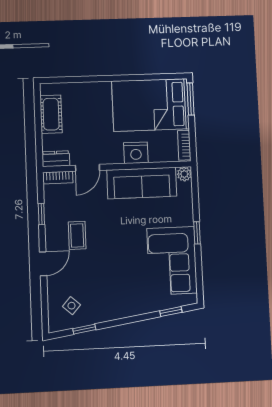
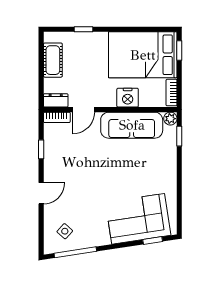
window: (84, 79) -> (83, 29), added
window: (191, 99) -> (179, 50), width x0.67
window: (197, 233) -> (179, 136), moved
coffee table: (77, 235) -> (72, 170), removed
corner sofa: (172, 261) -> (138, 219), moved, turned 81
window: (84, 329) -> (75, 252), width x2.17

